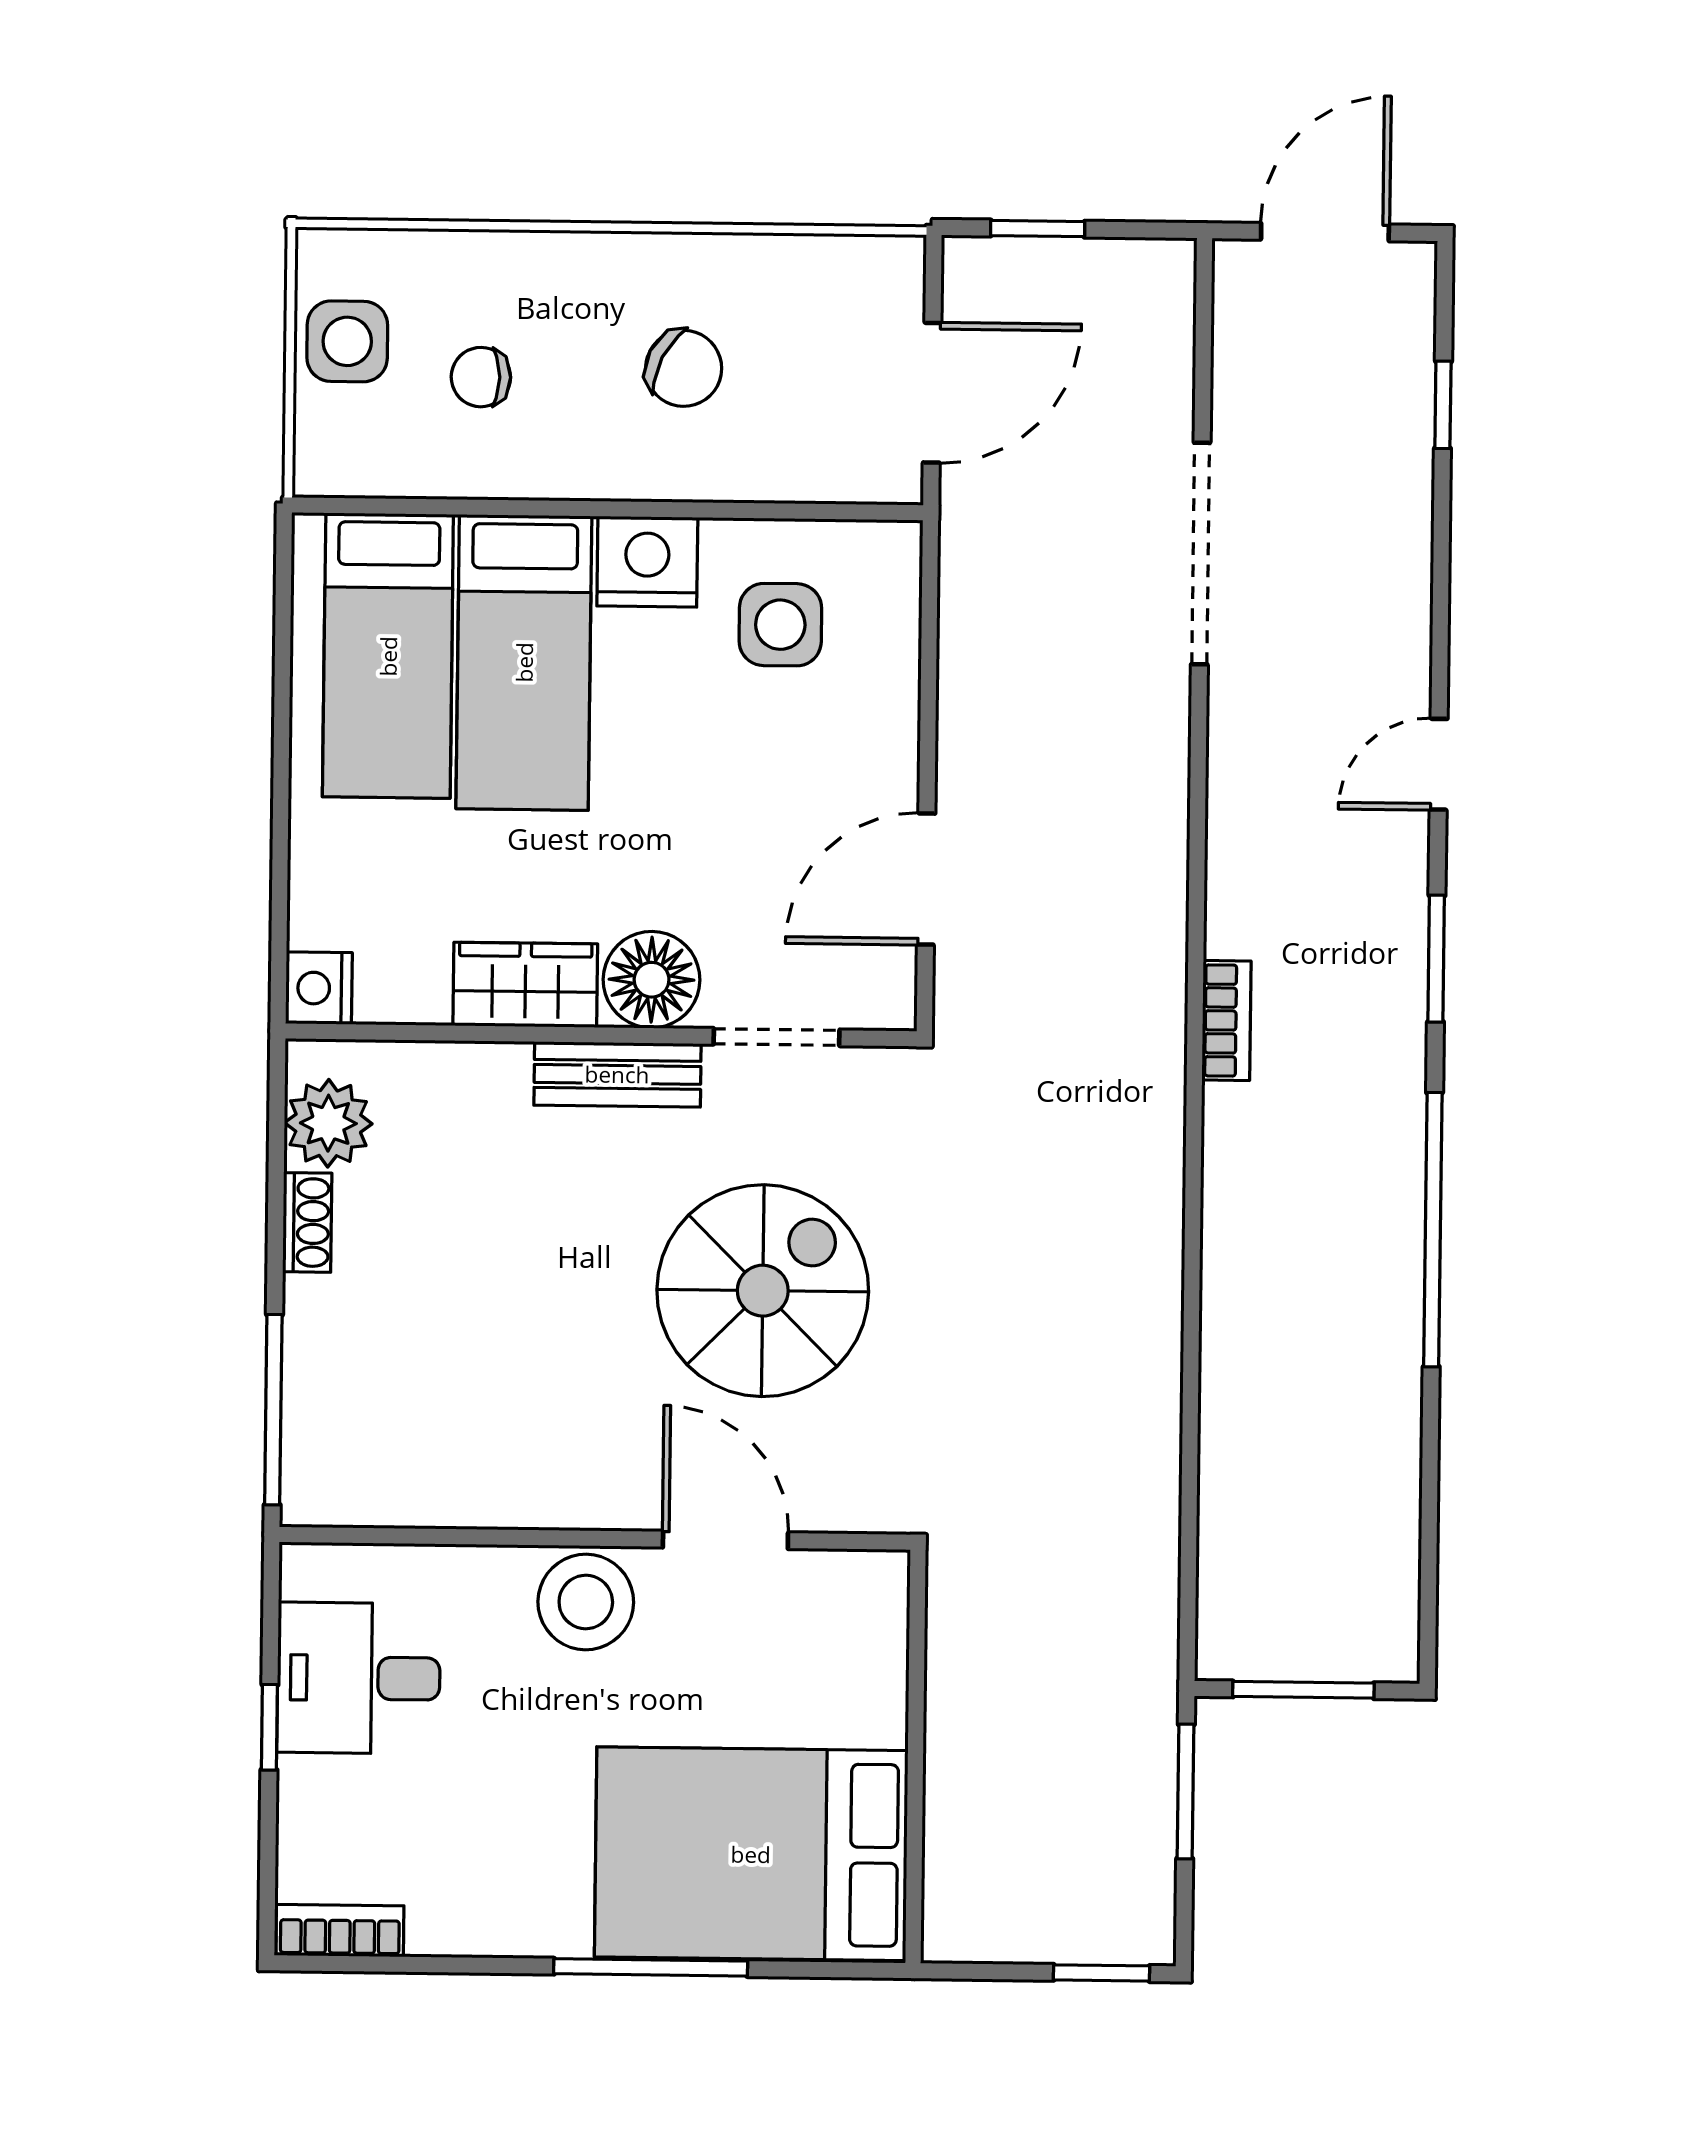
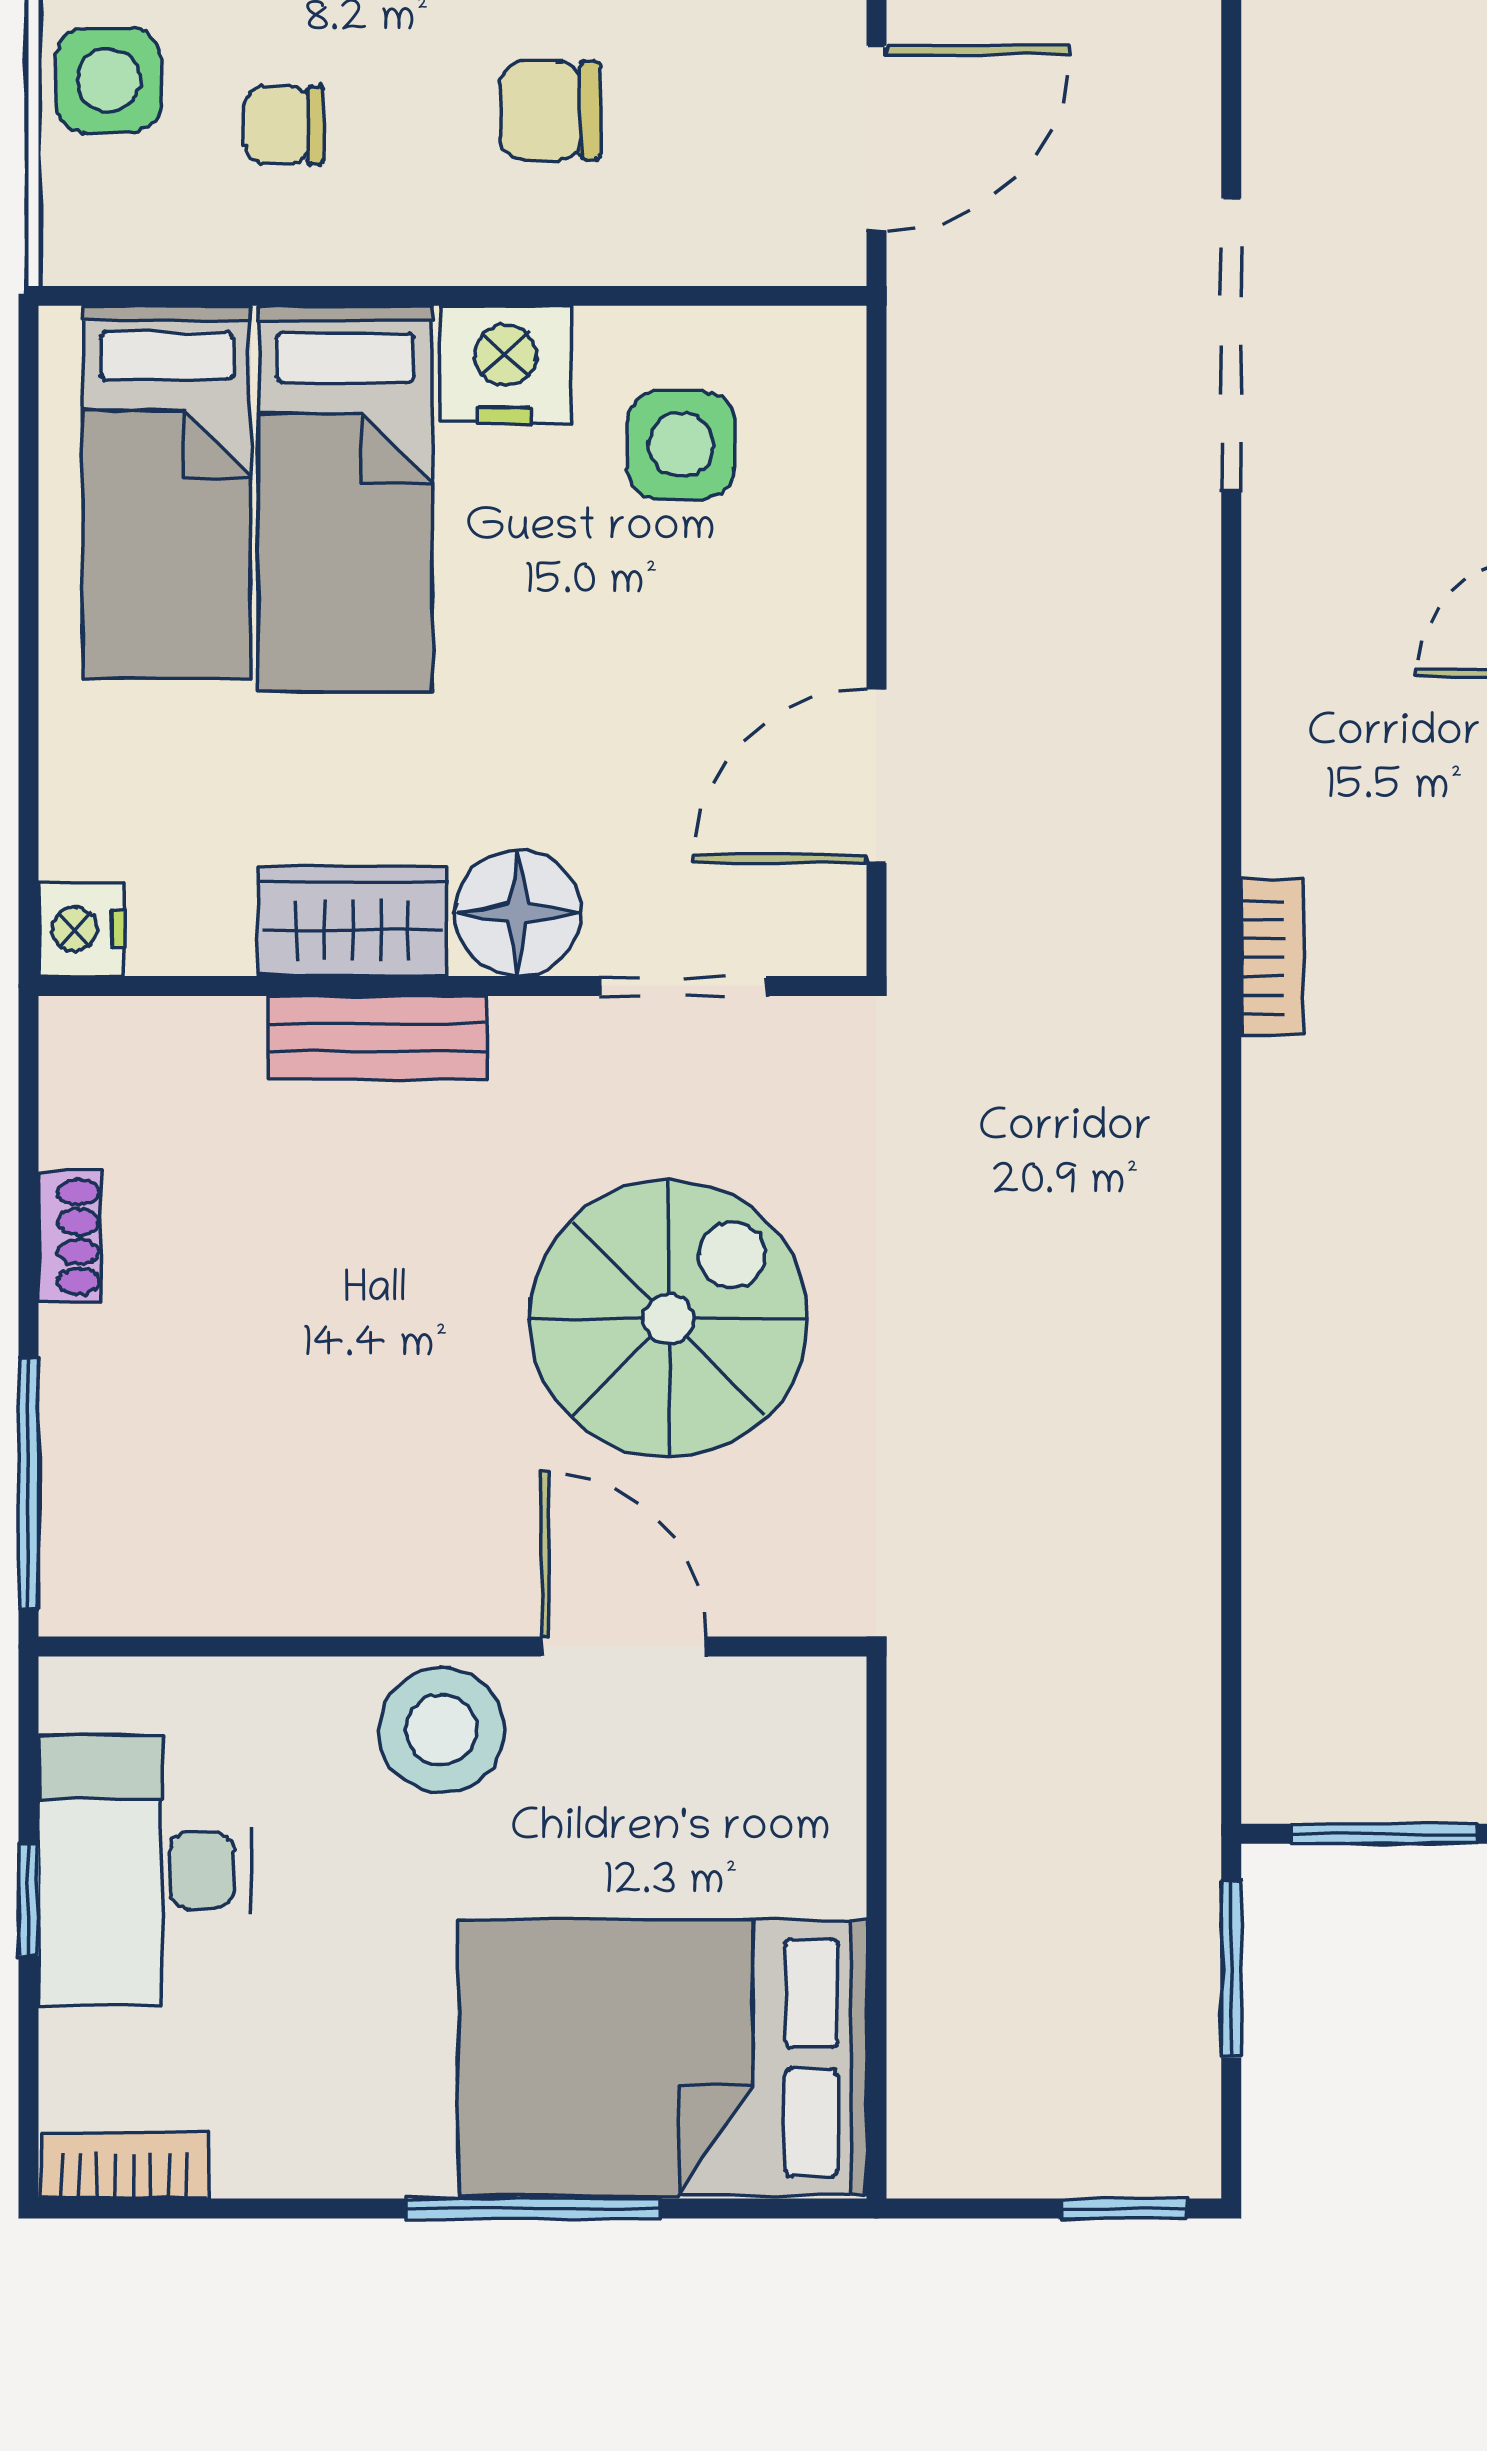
chair: (684, 368) -> (550, 110), turned 153
bench: (617, 1074) -> (378, 1038), moved
plant: (328, 1123) -> (96, 1106), removed
desk: (359, 1678) -> (145, 1870), width x1.37

